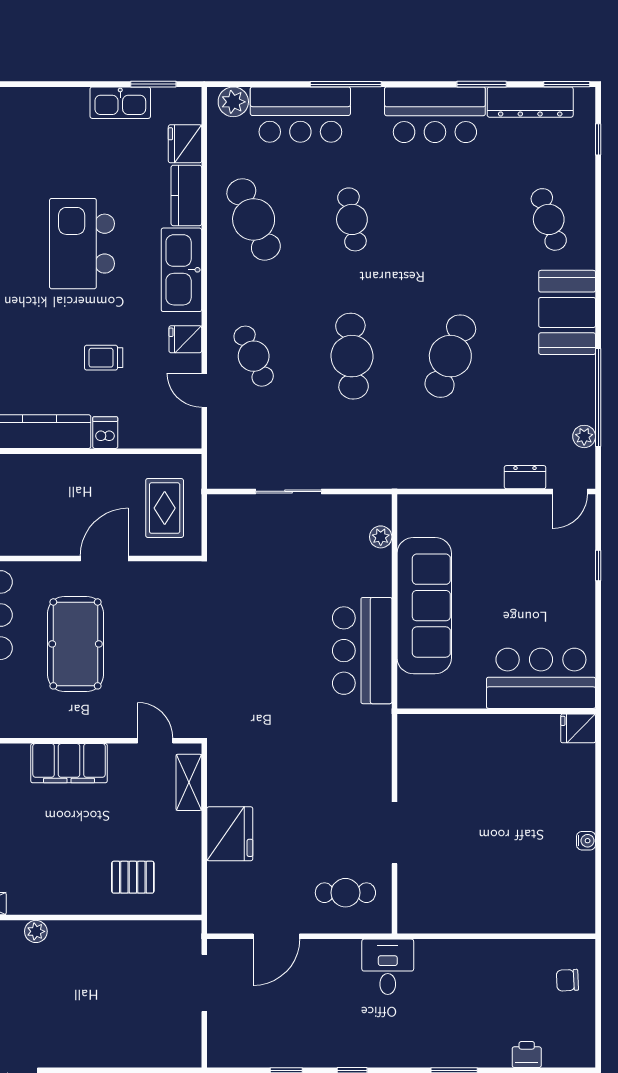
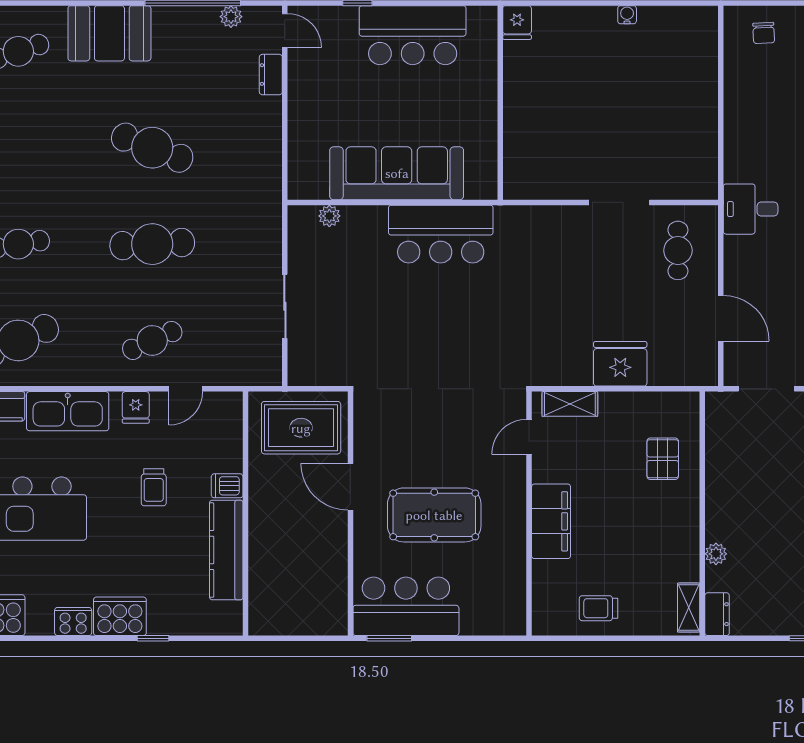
rug: (165, 508) -> (301, 428), width x1.36, depth x1.43
bar counter: (541, 678) -> (413, 35), moved, turned -90

